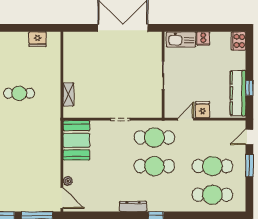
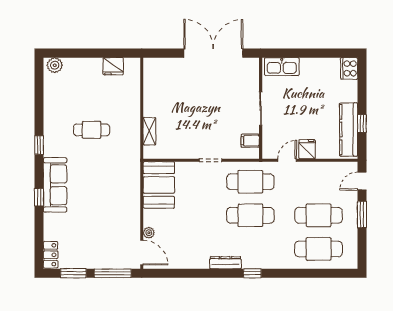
cooker: (203, 39) -> (308, 66), removed
filing cabinet: (154, 103) -> (250, 141), added

